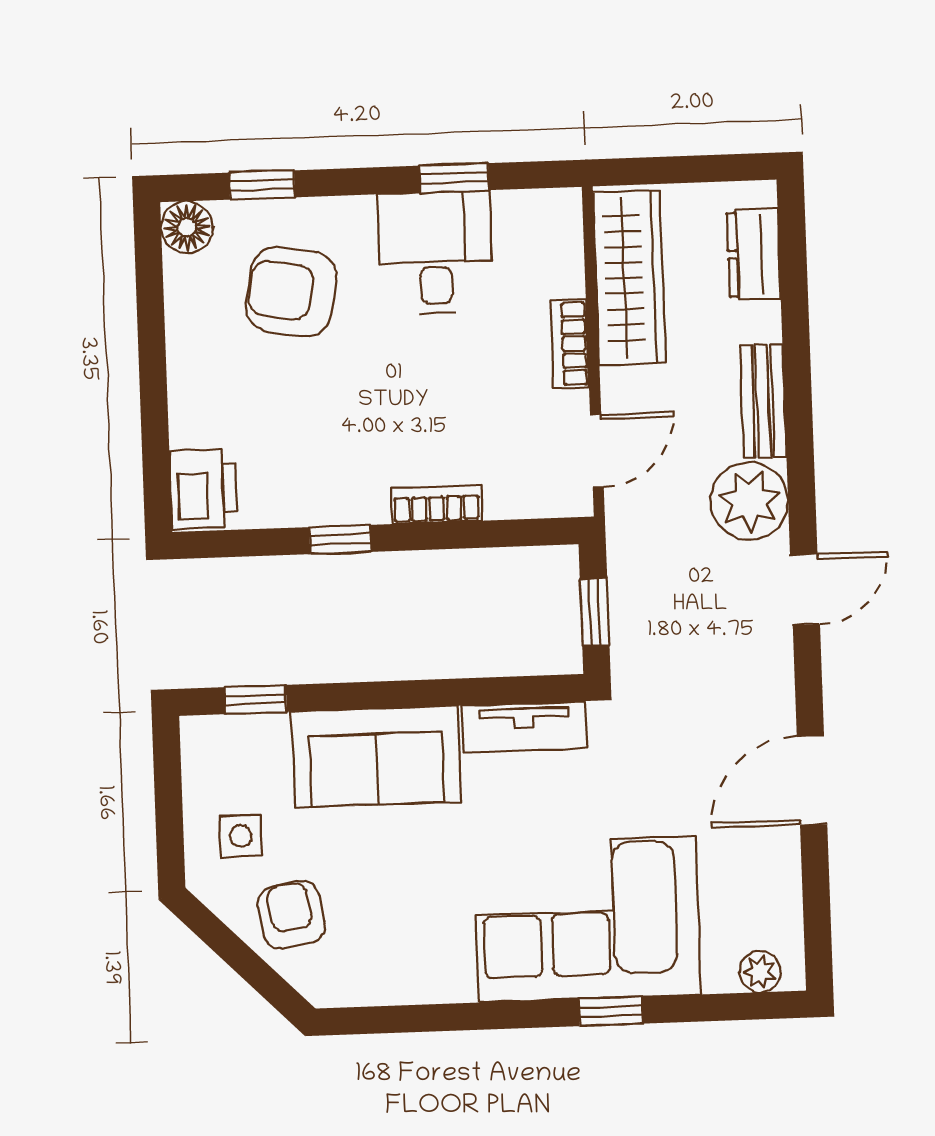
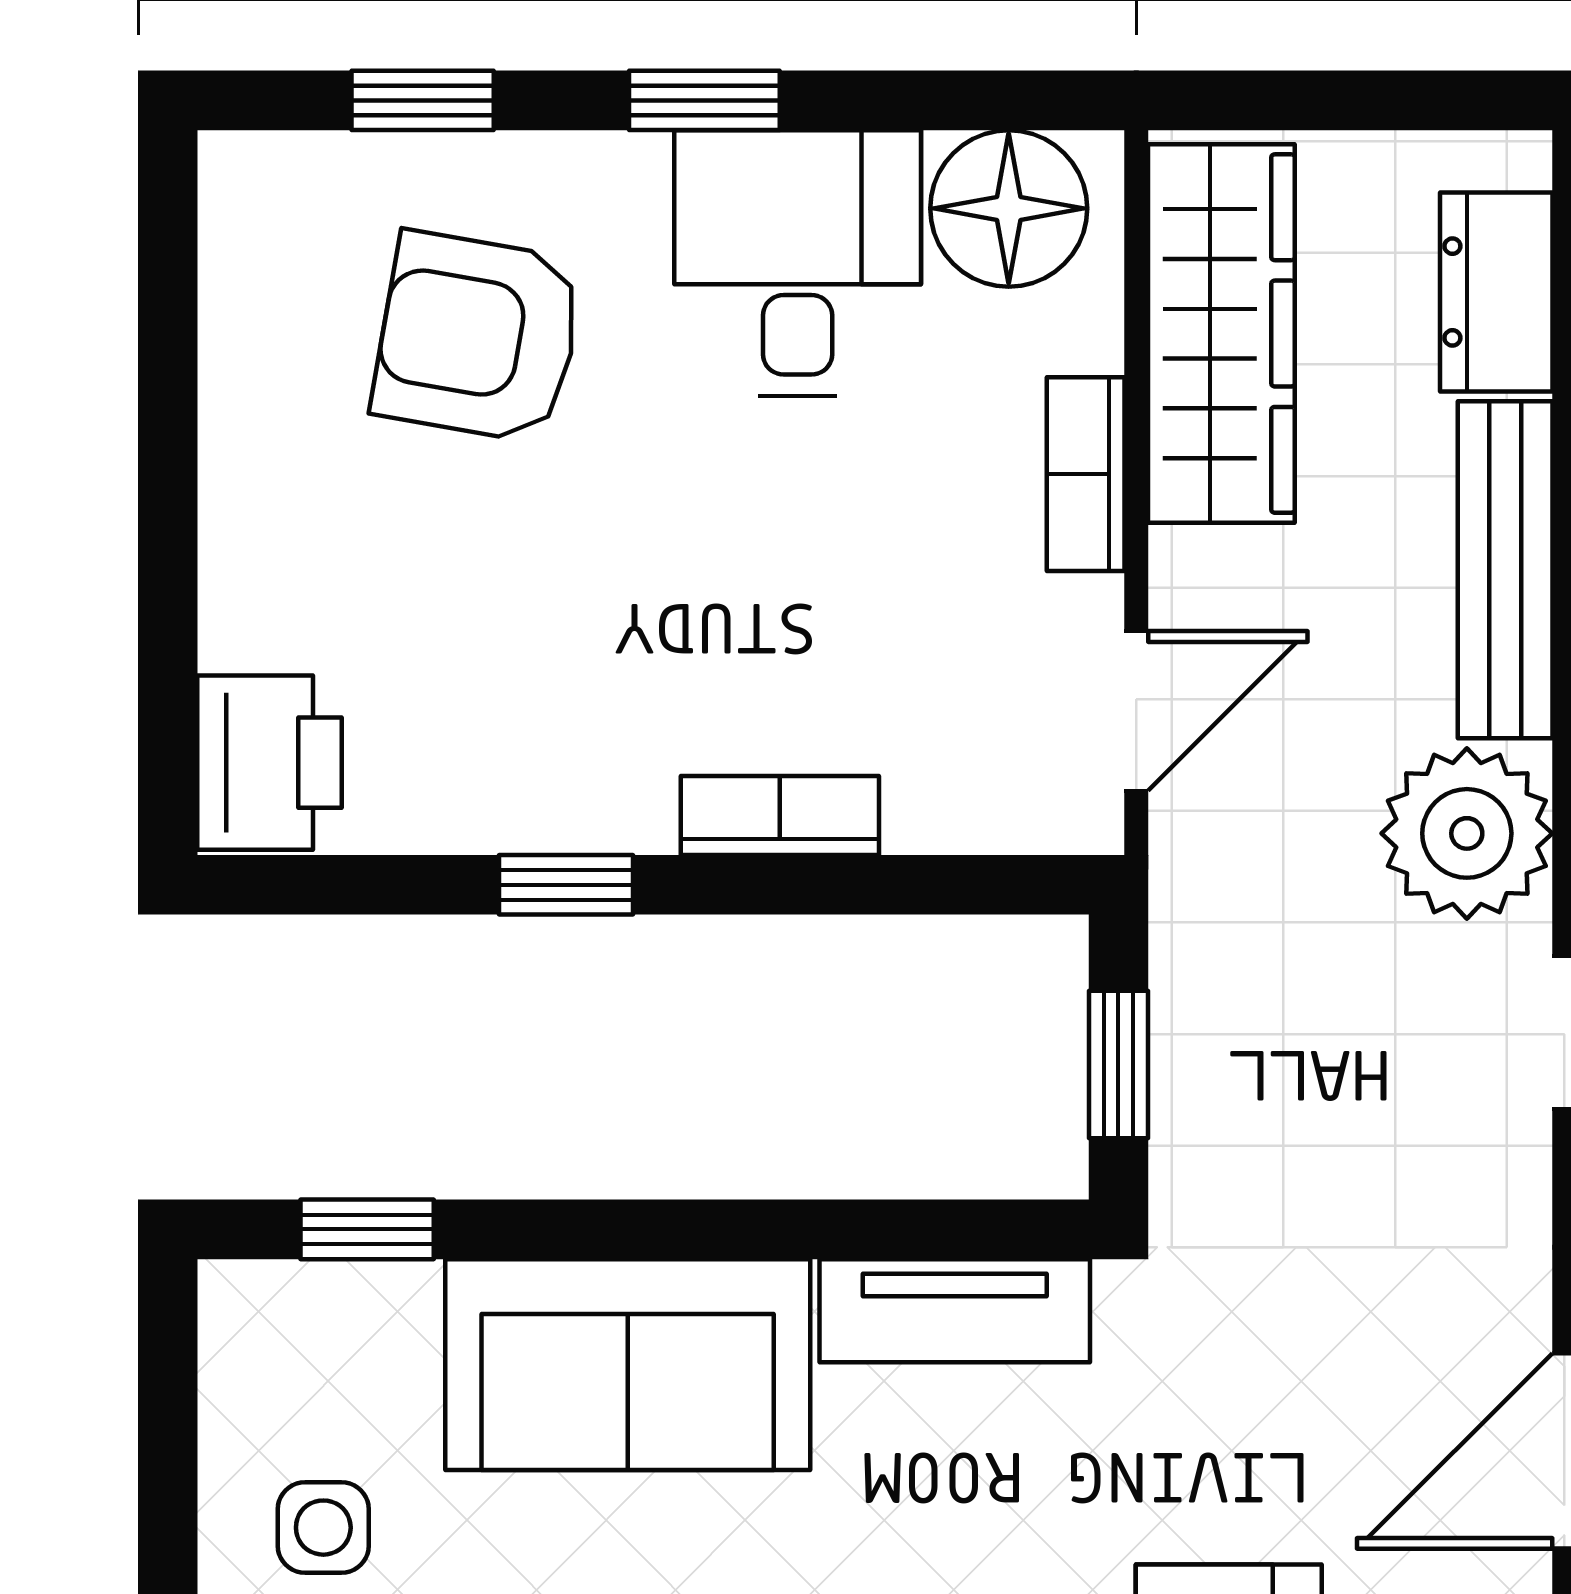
window: (454, 178) -> (704, 100), moved
floor lamp: (187, 227) -> (1009, 208), moved, width x1.38, depth x1.38
bench: (763, 401) -> (1505, 570), width x1.36

